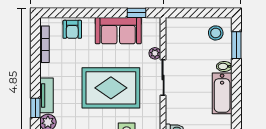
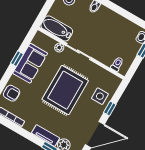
window: (137, 13) -> (17, 59), moved
bathtub: (222, 93) -> (57, 28), moved, turned 180

